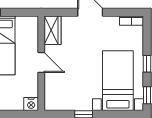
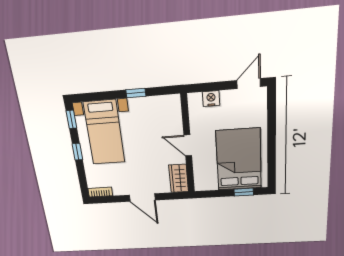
nightstand: (31, 104) -> (211, 99), moved

